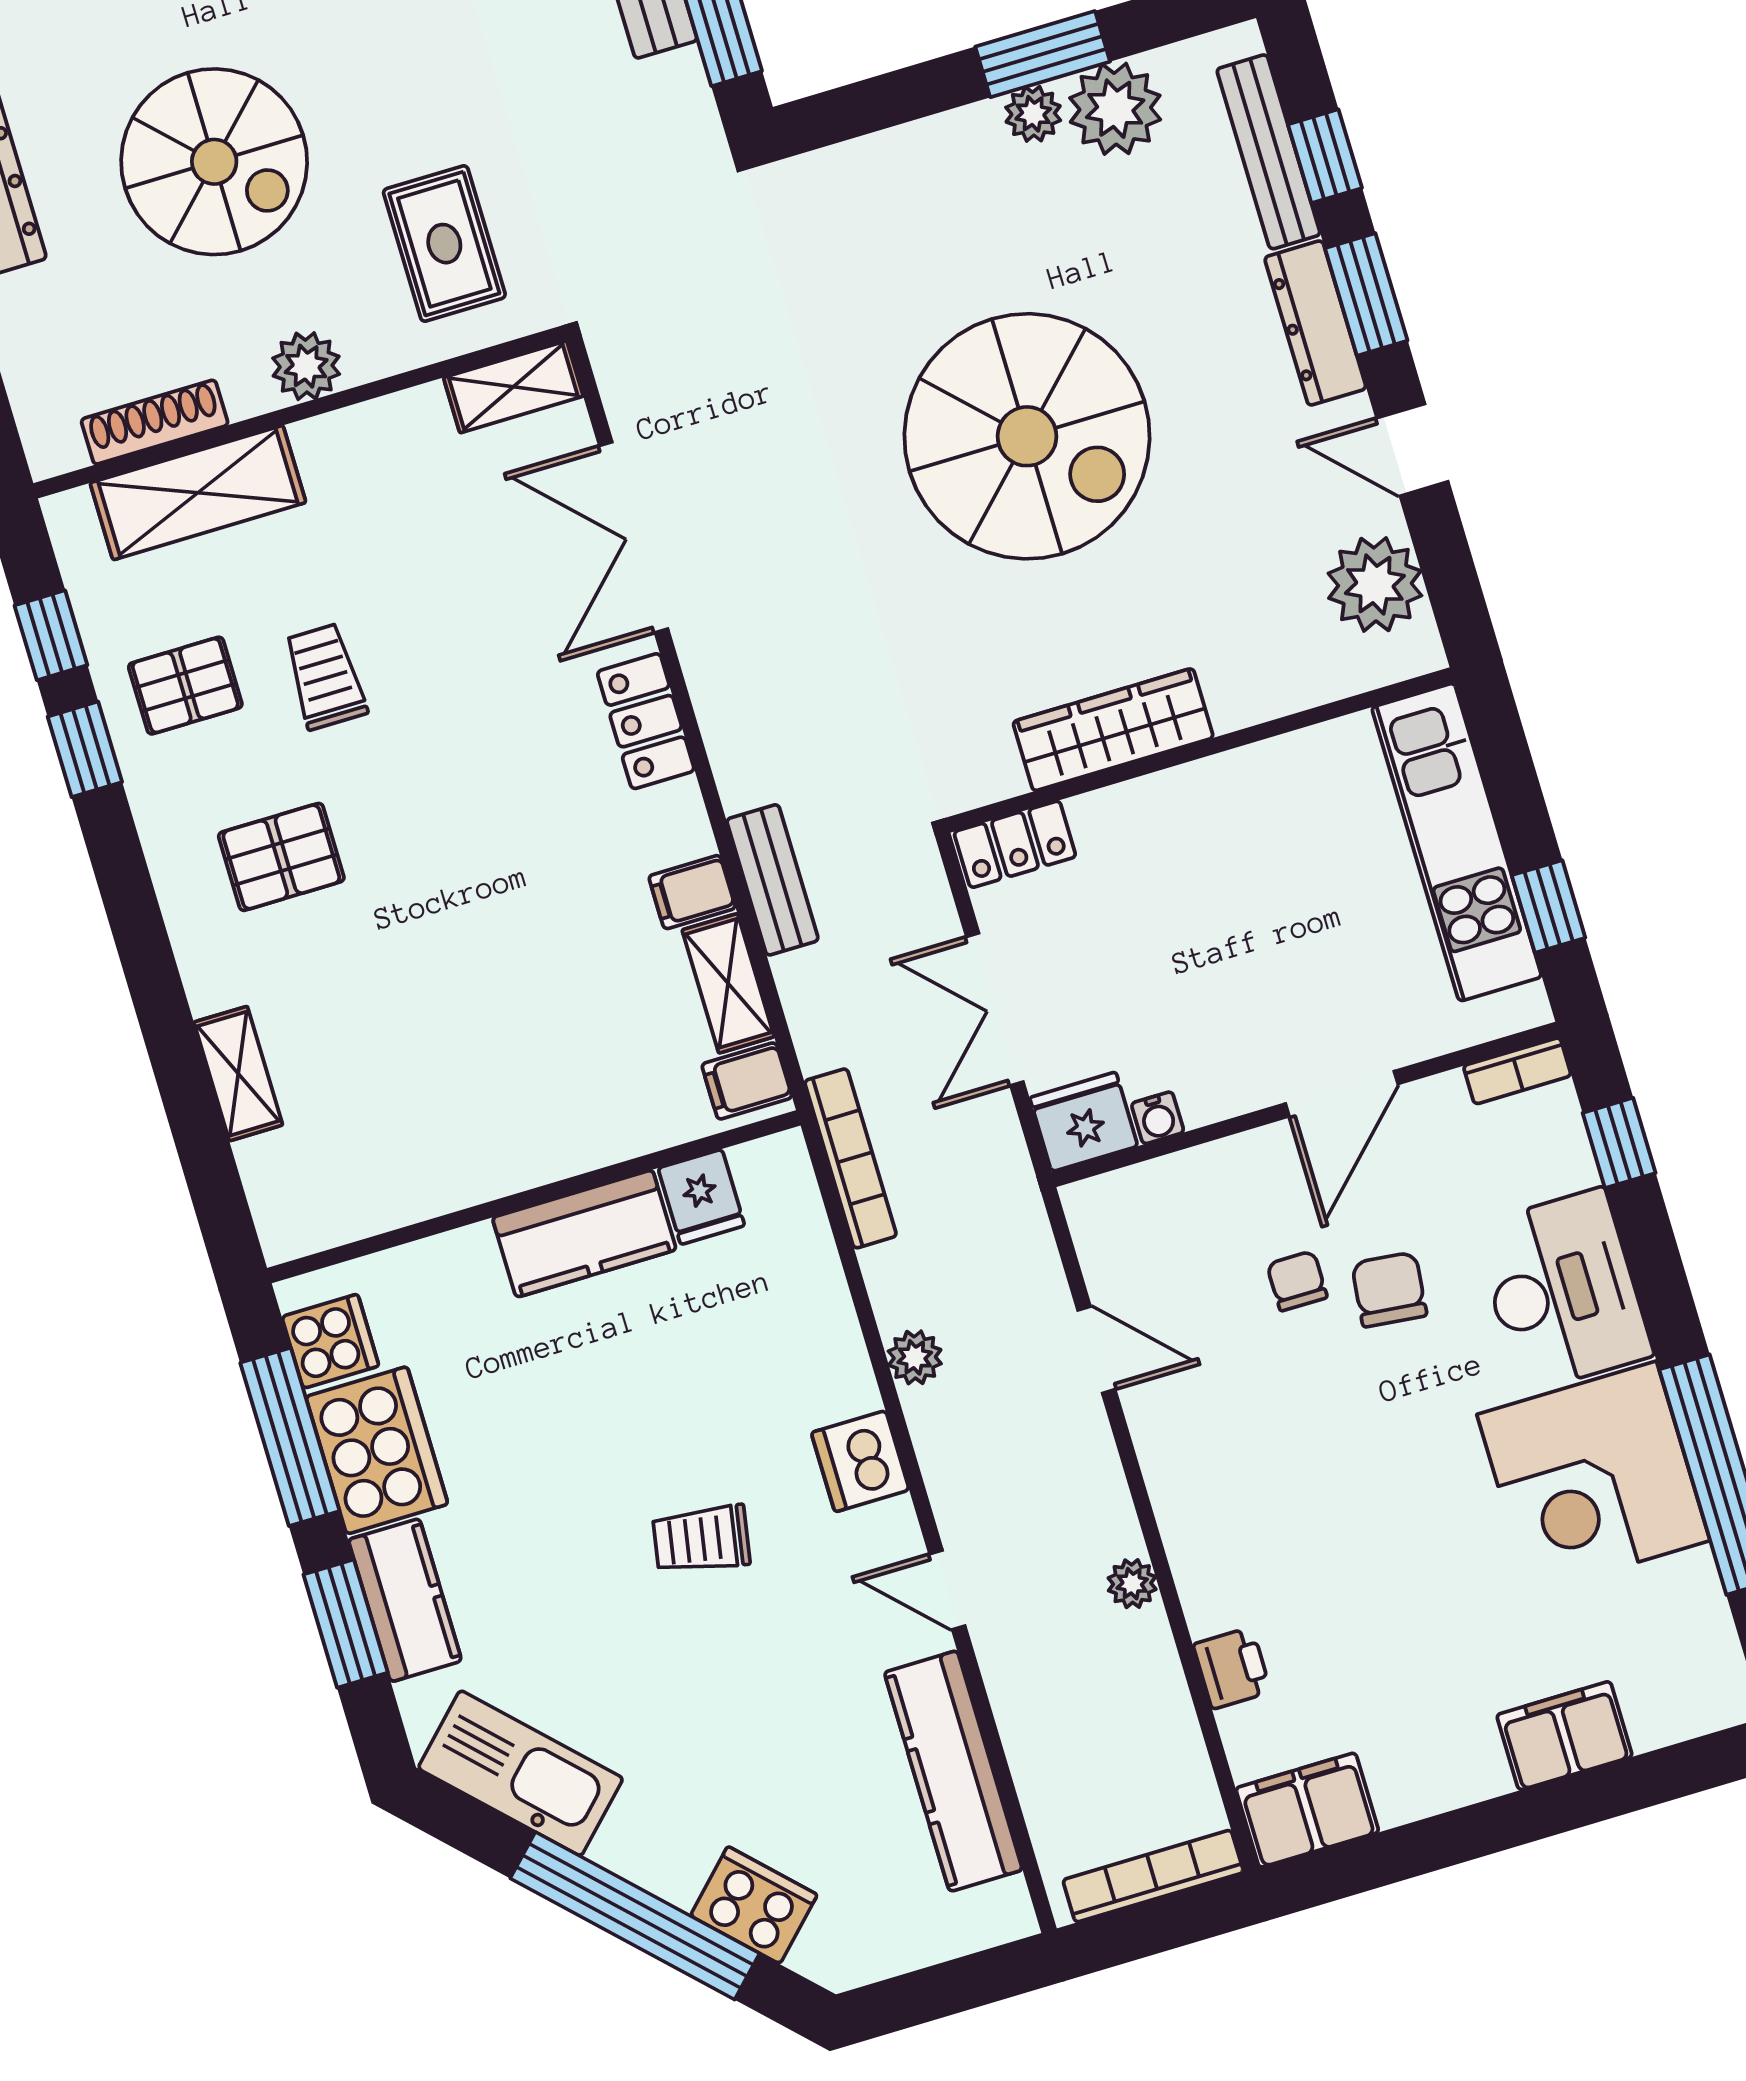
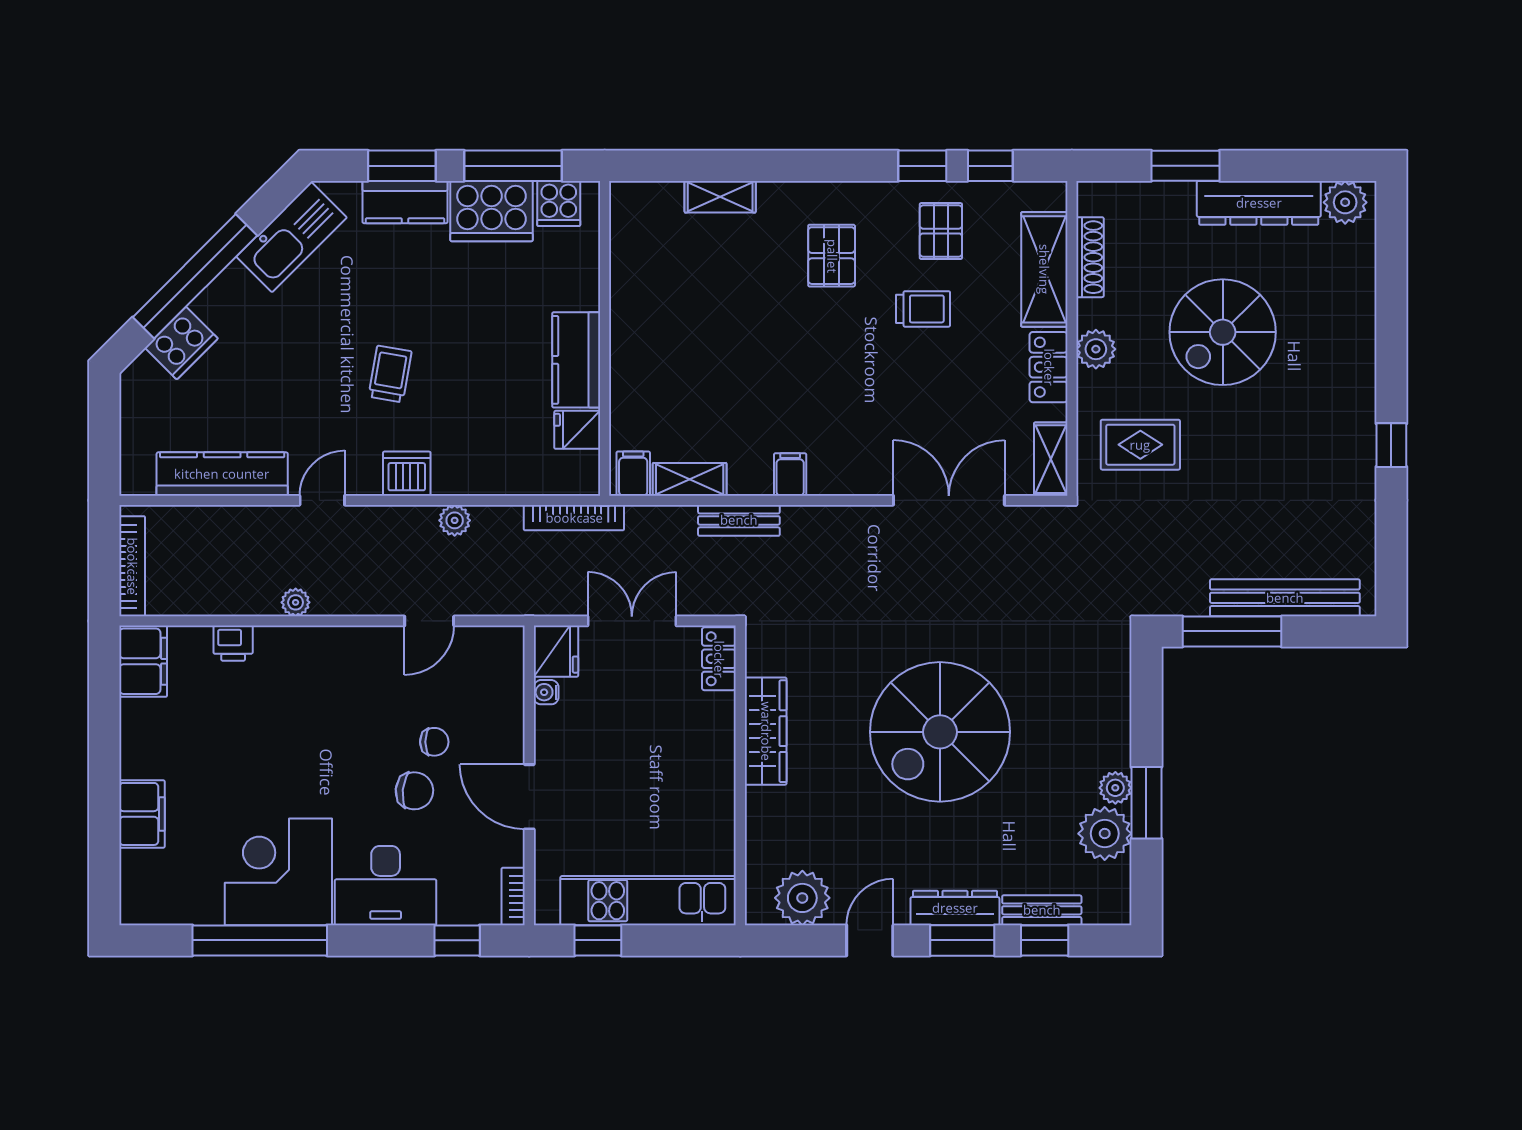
bench: (1268, 152) -> (1042, 910), width x0.73
locker: (646, 721) -> (1049, 367), moved, turned -90
filing cabinet: (692, 892) -> (790, 474), moved

